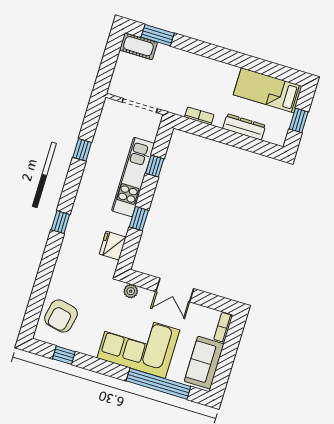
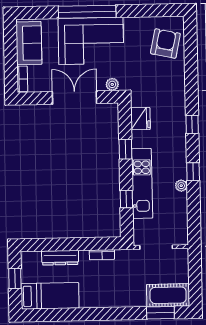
cot: (138, 46) -> (168, 295), width x1.37, depth x1.34
window: (82, 150) -> (193, 172), moved
plant: (93, 162) -> (181, 186), added
double door: (175, 290) -> (75, 98), width x1.37
window: (64, 355) -> (152, 11), removed
window: (158, 384) -> (87, 12), moved

